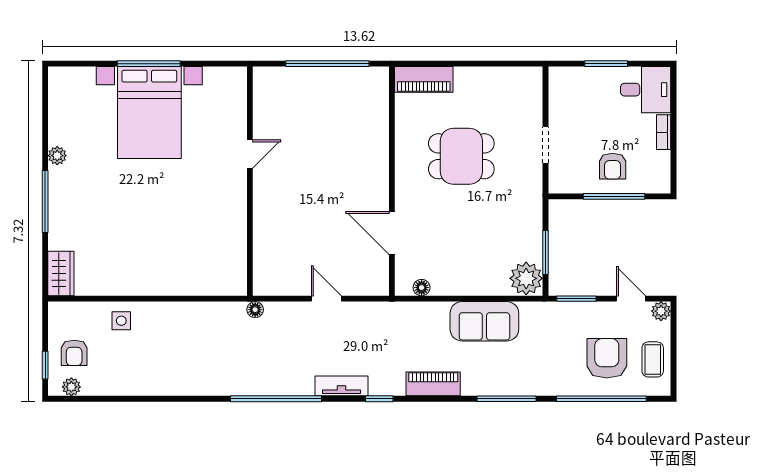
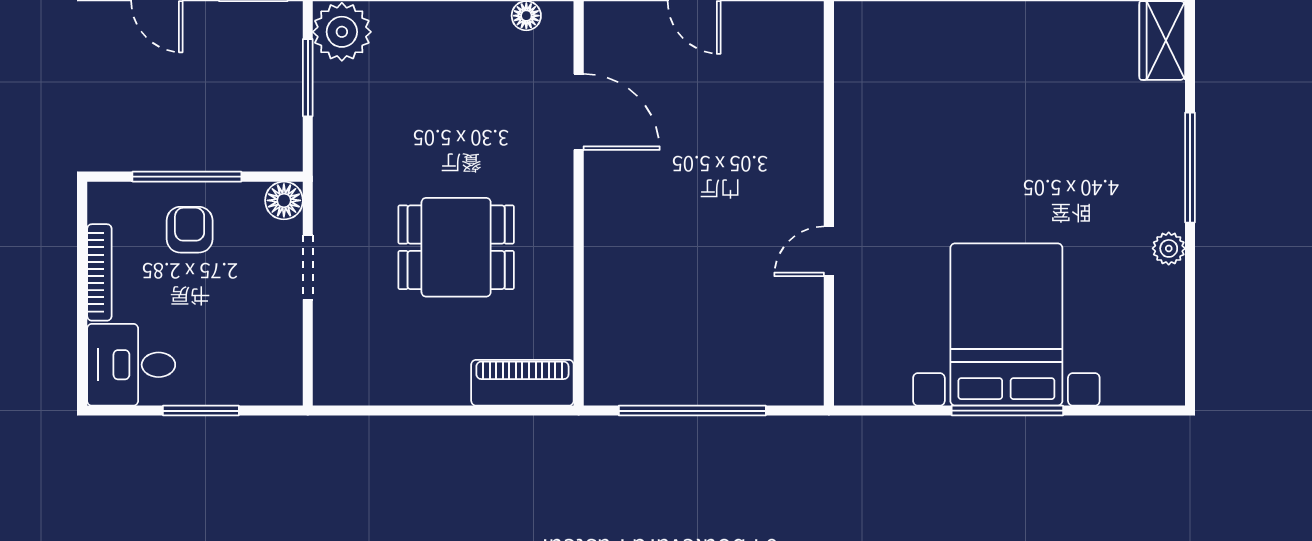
bookcase: (664, 132) -> (99, 272), width x1.56
floor lamp: (559, 183) -> (284, 200), added

